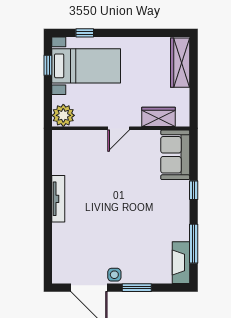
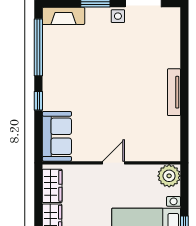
wardrobe: (158, 117) -> (52, 186), moved, turned -90
window: (194, 244) -> (38, 47), width x1.46
fireplace: (181, 263) -> (63, 16), moved, turned 90

